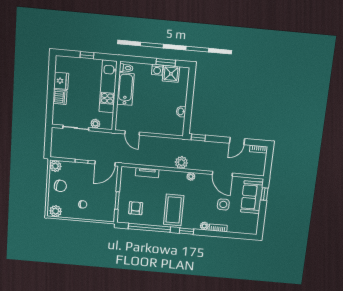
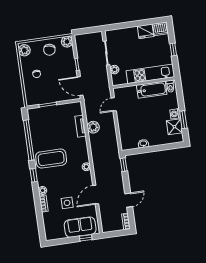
dishwasher: (60, 97) -> (160, 29), moved
door: (237, 141) -> (129, 200), swing flipped
plant: (181, 162) -> (93, 127), moved
armchair: (136, 208) -> (45, 123), removed

